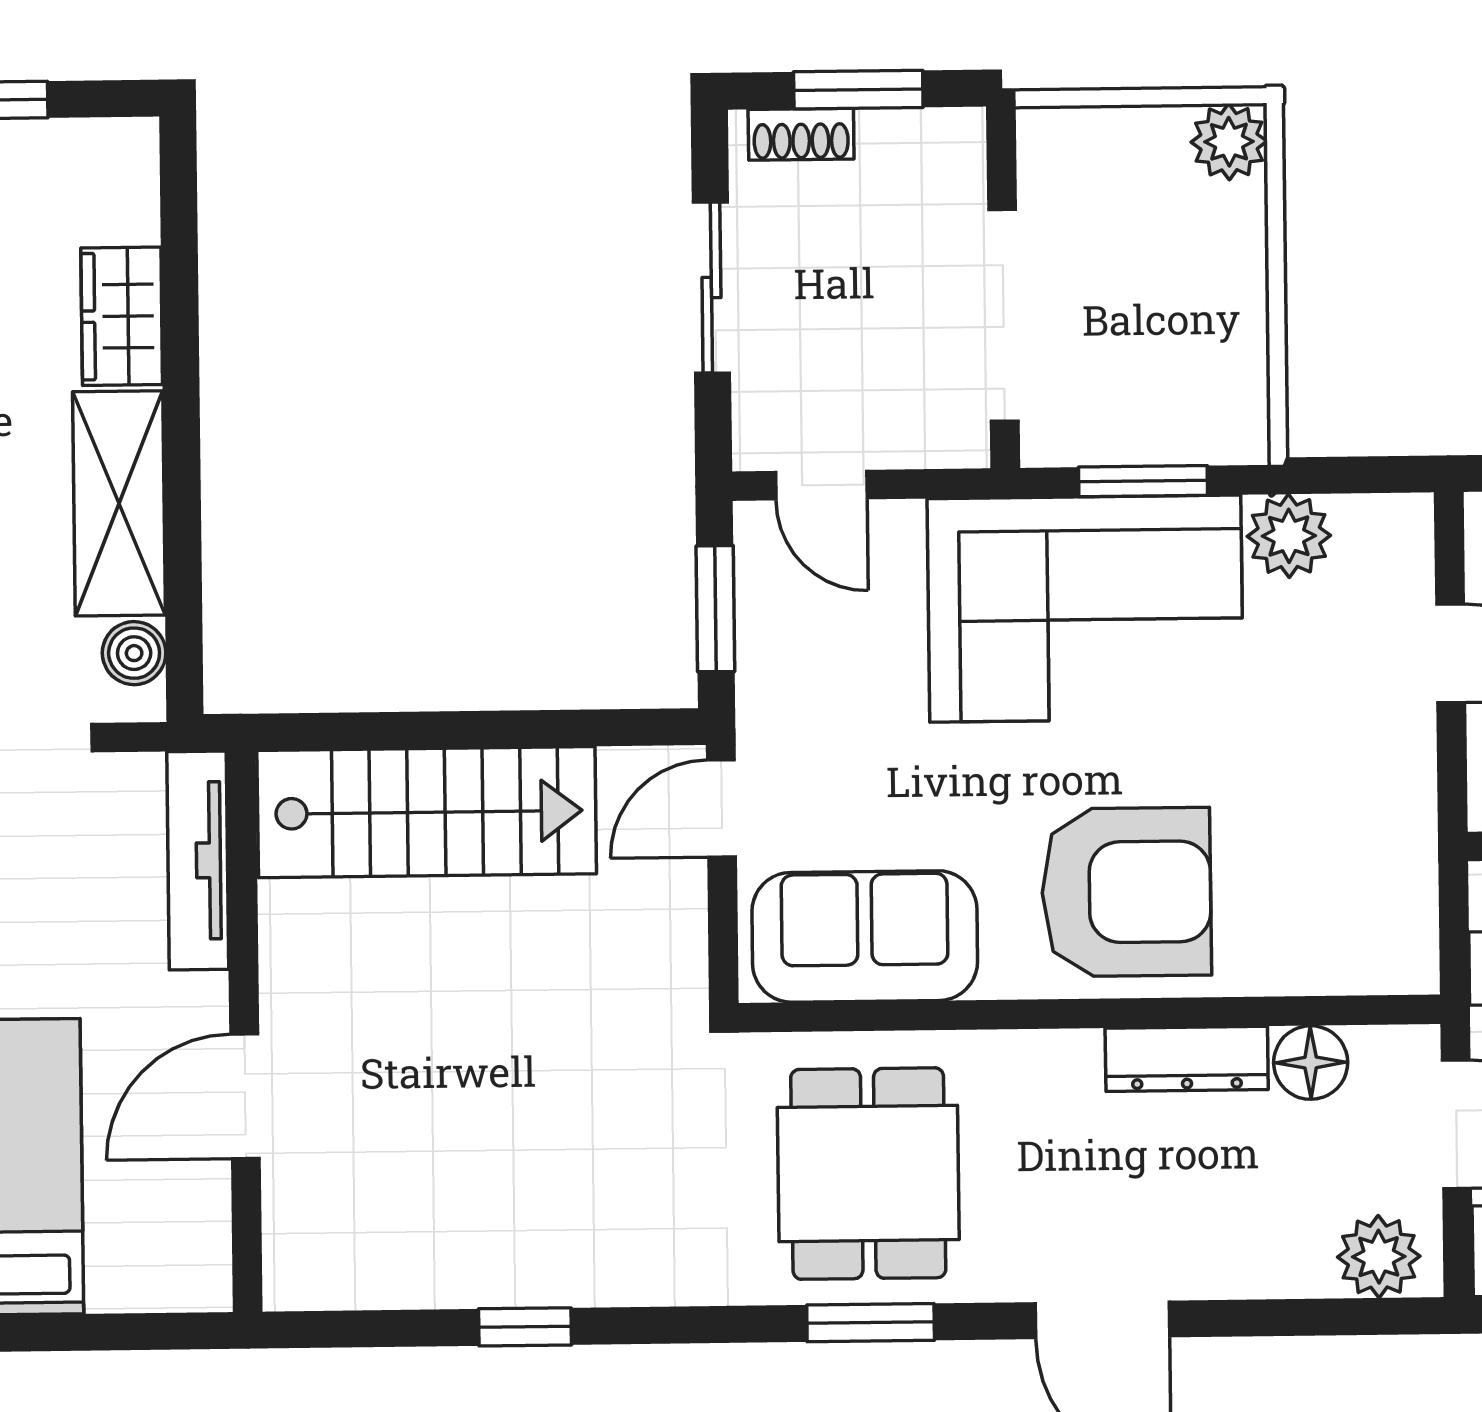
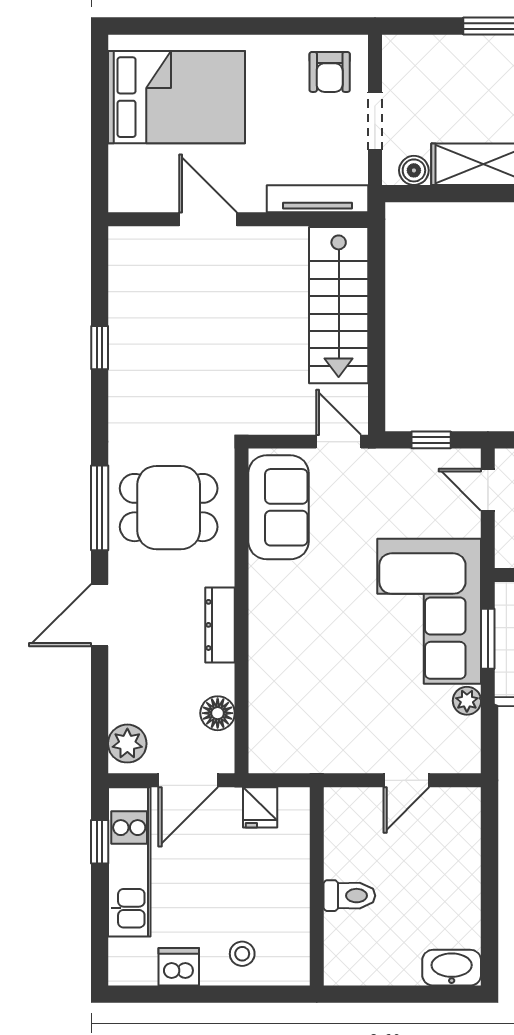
door: (821, 485) -> (488, 490), hinge flipped
plant: (1289, 536) -> (467, 701), width x0.73, depth x0.73
window: (715, 609) -> (431, 440), width x0.67
armchair: (1126, 892) -> (298, 629), removed
dresser: (1187, 1059) -> (220, 625), moved
window: (871, 1323) -> (100, 508), width x1.44

